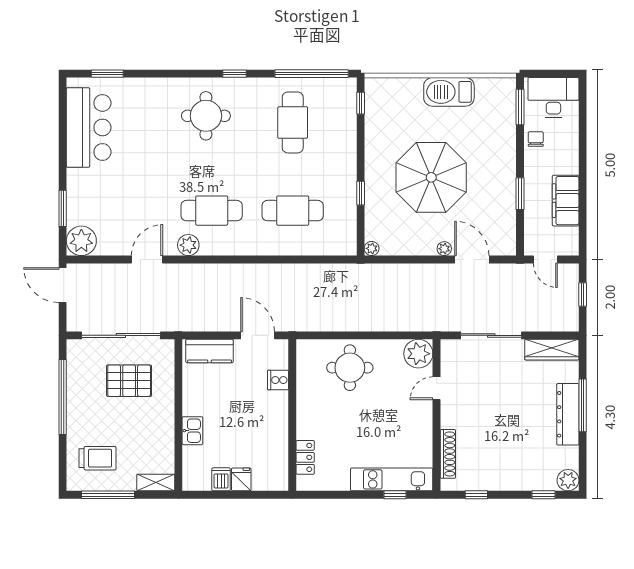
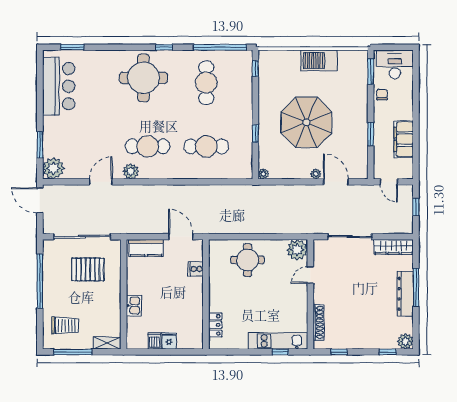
round table: (206, 116) -> (143, 78), width x1.36, depth x1.36

